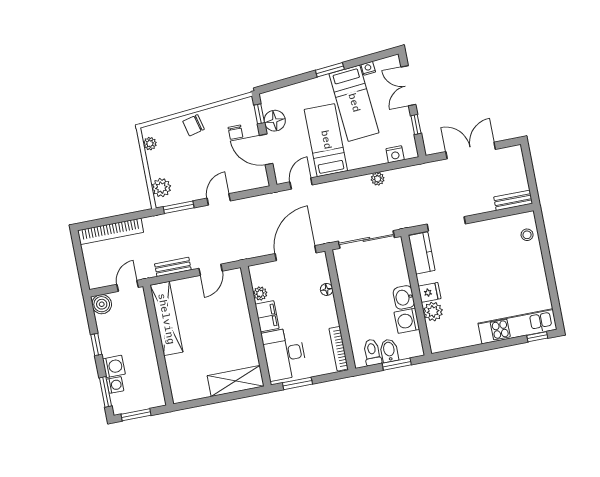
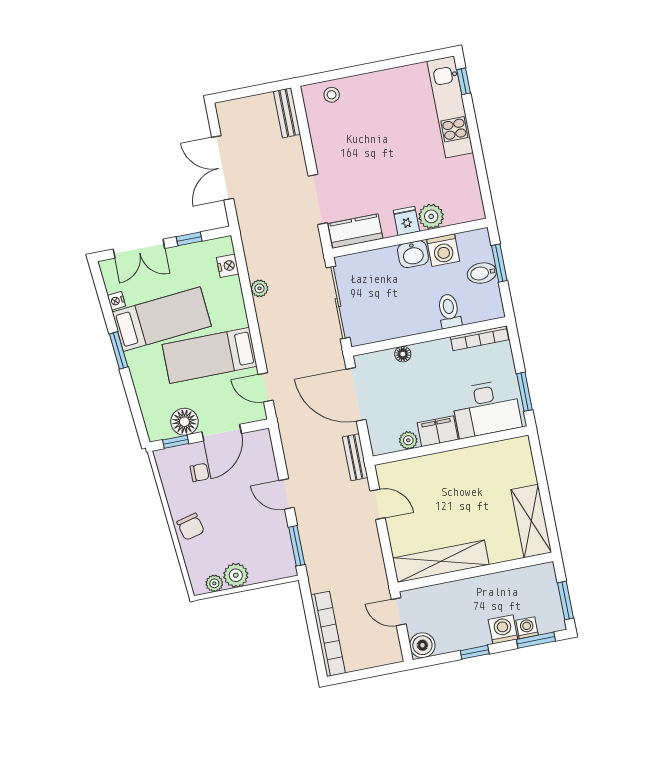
plant: (161, 188) -> (236, 575), moved
bench: (173, 267) -> (355, 457), moved
toilet: (372, 352) -> (449, 311), moved, turned 90
shelving: (236, 381) -> (531, 521), moved

